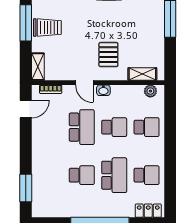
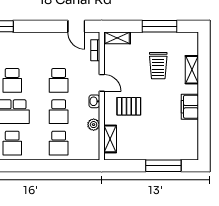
trolley: (47, 28) -> (158, 66), moved
door: (84, 83) -> (102, 83), swing flipped
plant: (150, 91) -> (94, 125), moved
school desk: (82, 127) -> (59, 80), width x0.54

